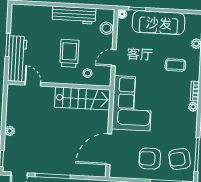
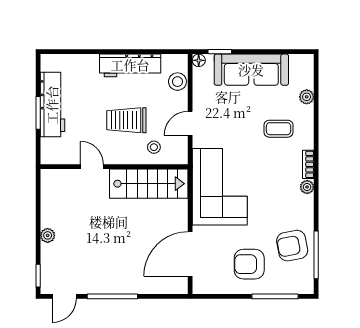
trolley: (69, 53) -> (126, 120), turned -90
workbench: (17, 59) -> (52, 105), moved
door: (33, 84) -> (92, 167), moved
armchair: (180, 159) -> (292, 246), moved

